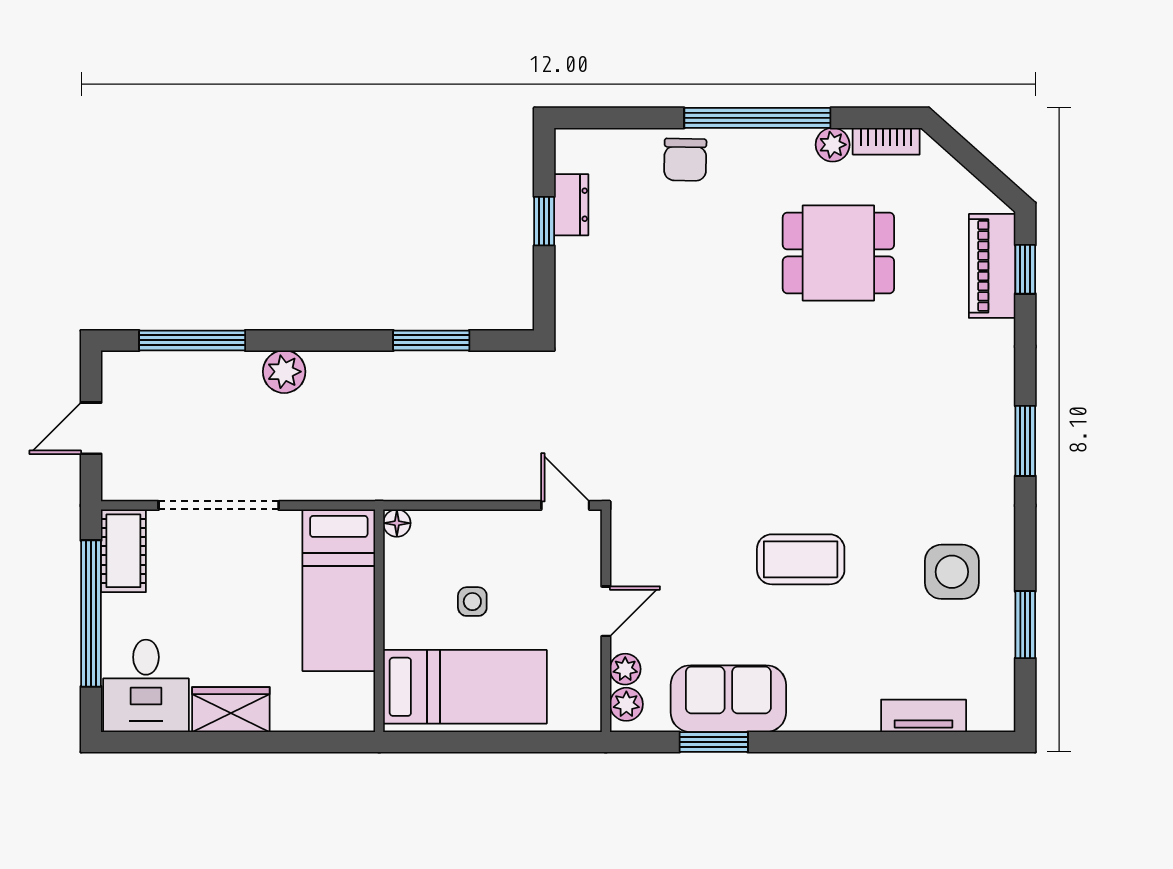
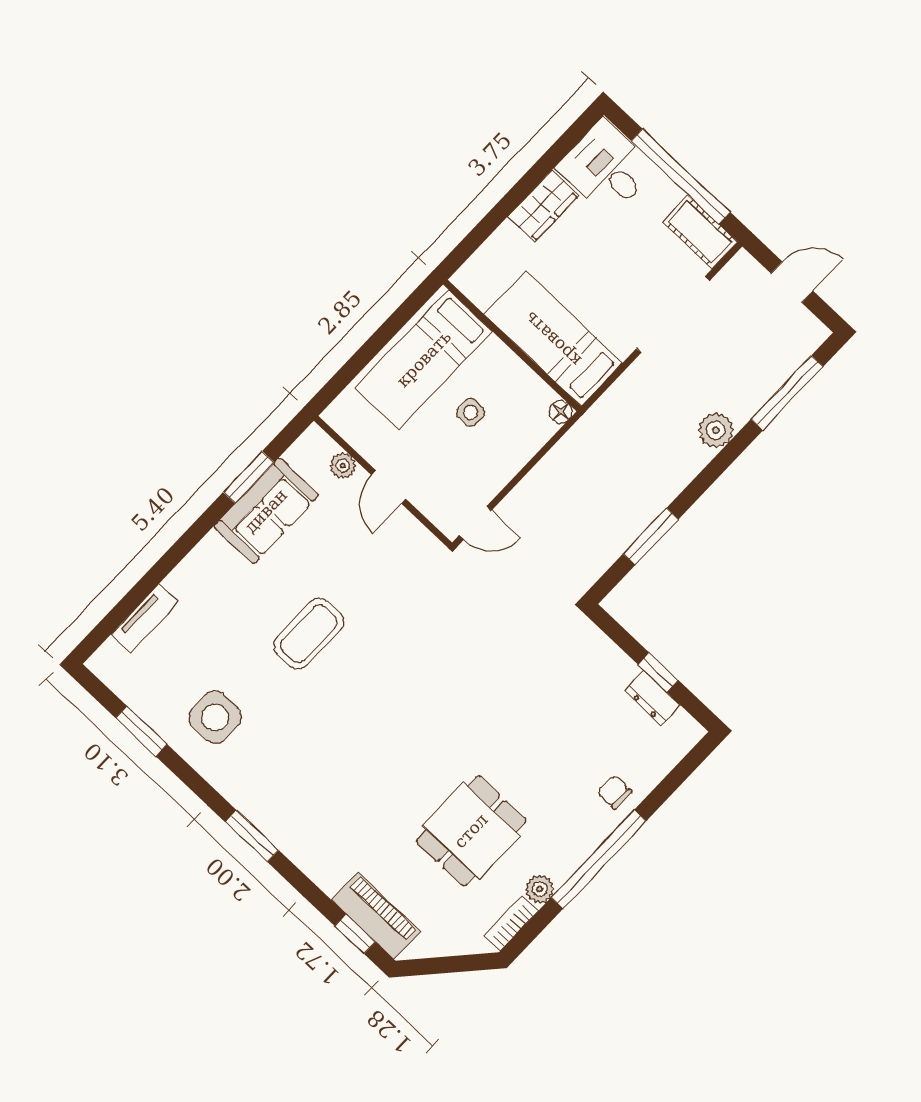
chair: (685, 160) -> (615, 792), width x0.73, depth x0.73
door: (91, 428) -> (792, 282), hinge flipped
plant: (626, 704) -> (321, 446), removed

